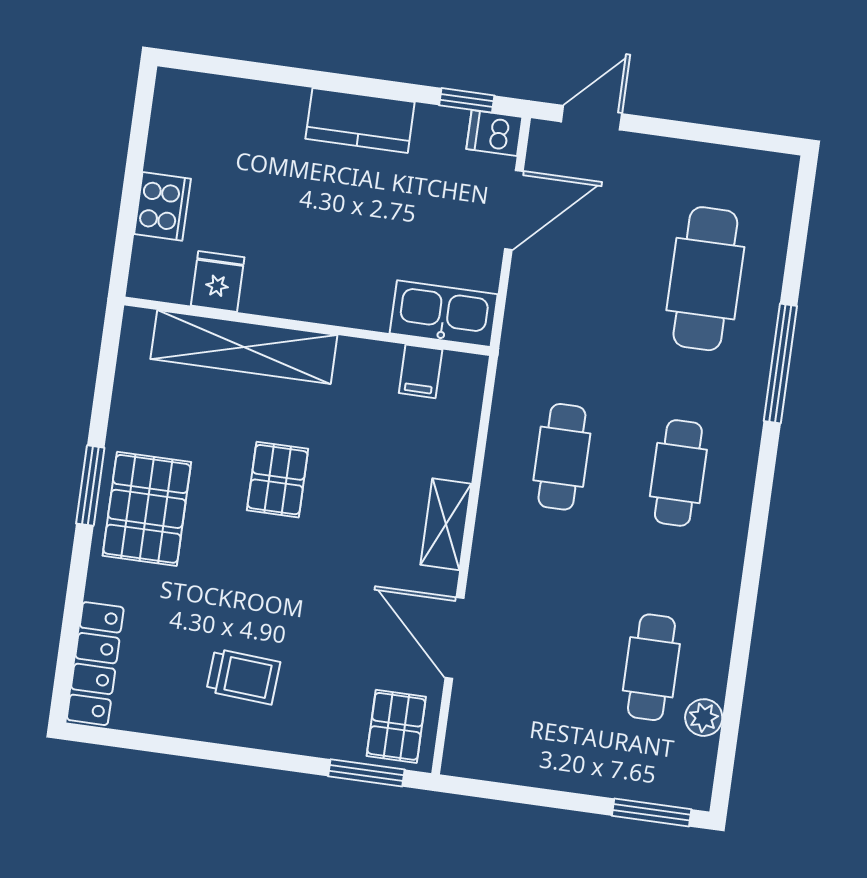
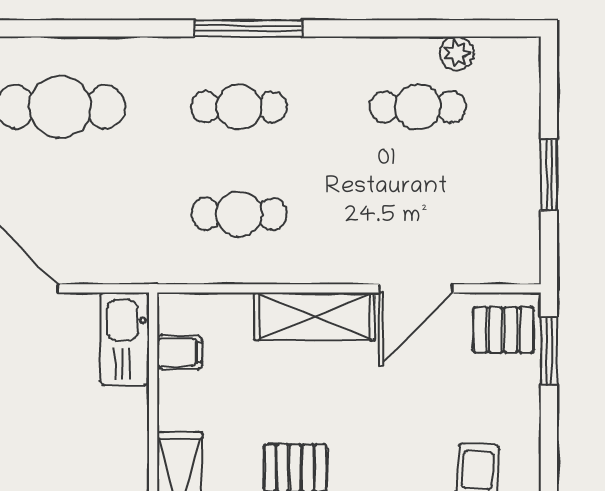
window: (780, 364) -> (249, 28), moved
shelving: (446, 524) -> (314, 316), width x1.50, depth x1.33
window: (652, 812) -> (549, 175), moved

